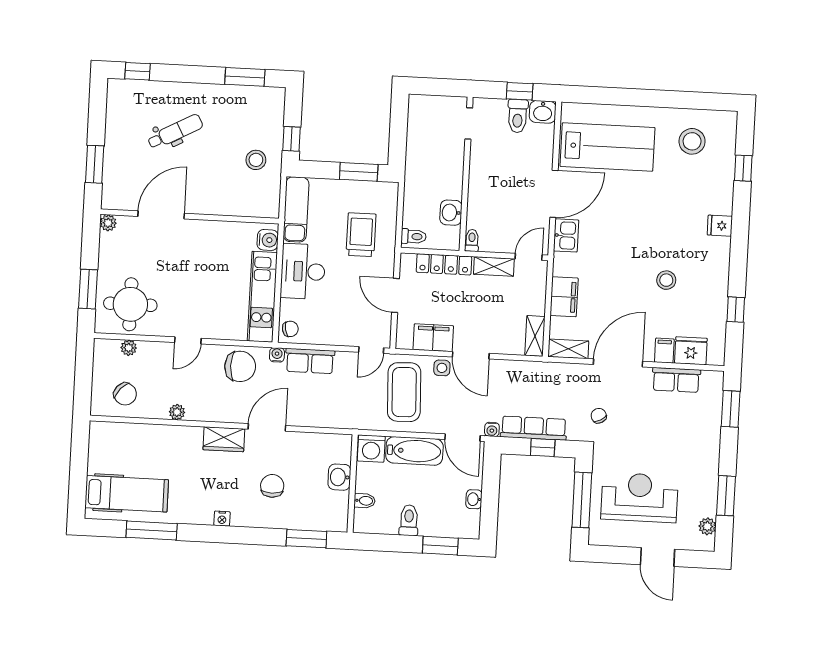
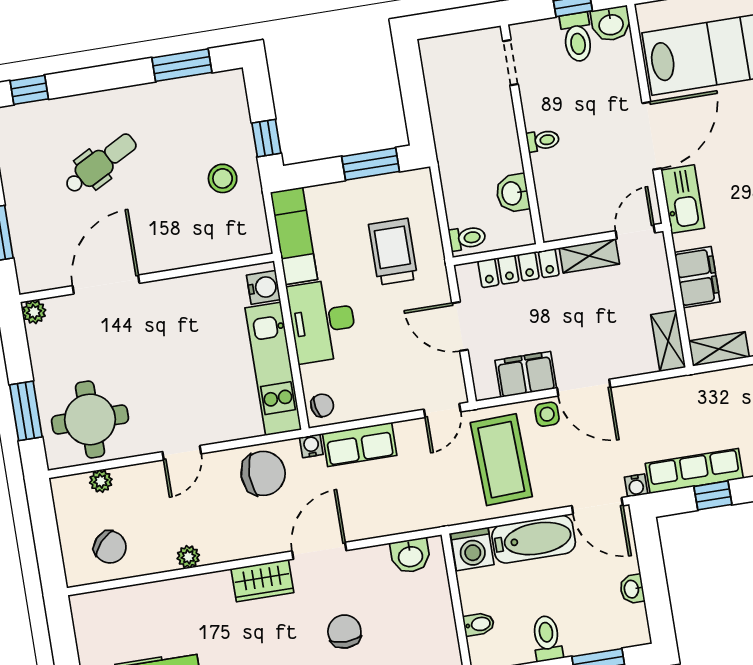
kitchen sink: (566, 235) -> (683, 199), width x1.38
toilet: (472, 240) -> (543, 140), moved, turned 90
washbasin: (339, 477) -> (410, 556), moved, turned -90

